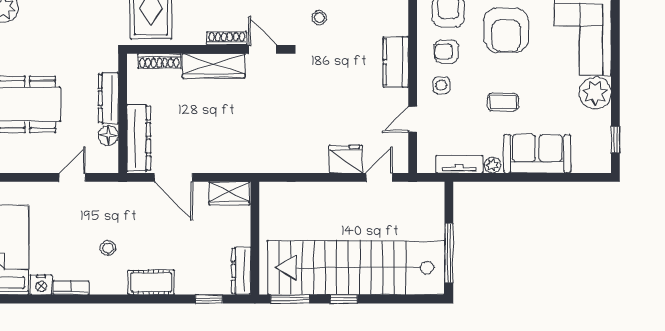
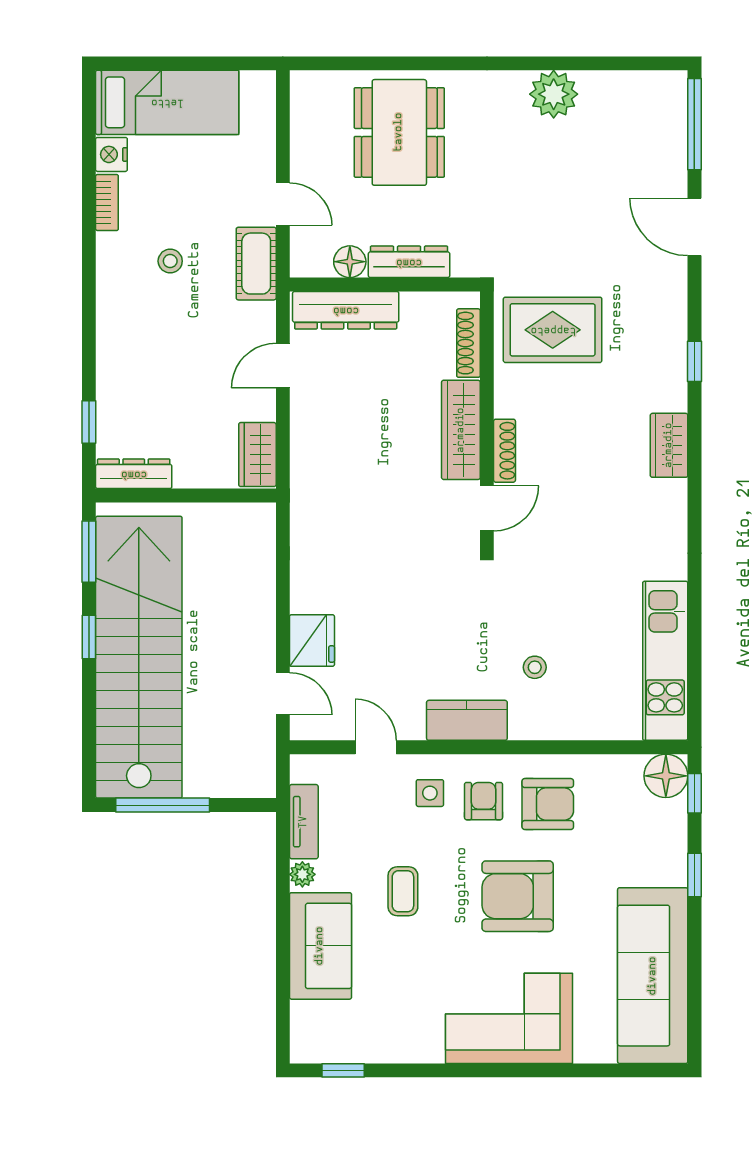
stool: (319, 18) -> (535, 667), moved
plant: (595, 93) -> (418, 1038), removed
door: (173, 177) -> (283, 366), width x0.73
cot: (151, 282) -> (256, 264), moved

